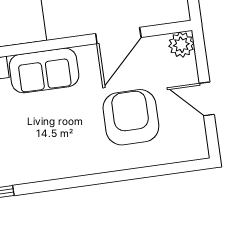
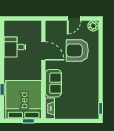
plant: (181, 45) -> (93, 26), moved

